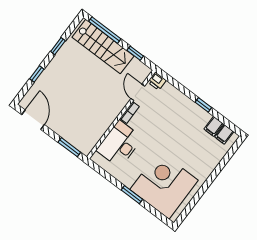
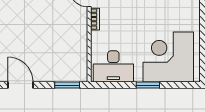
desk: (119, 144) -> (113, 66), moved, turned -90

